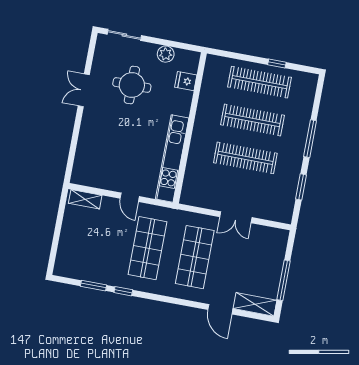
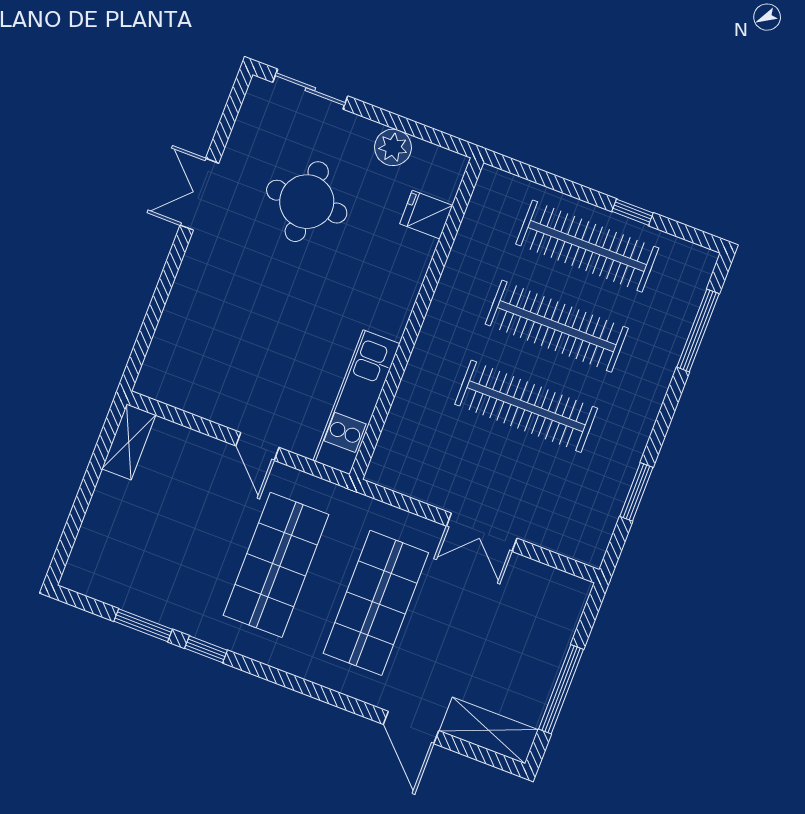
window: (310, 139) -> (698, 330), moved
kitchen unit: (172, 158) -> (357, 402), width x0.73
shelving: (85, 199) -> (129, 442), moved, turned 90

